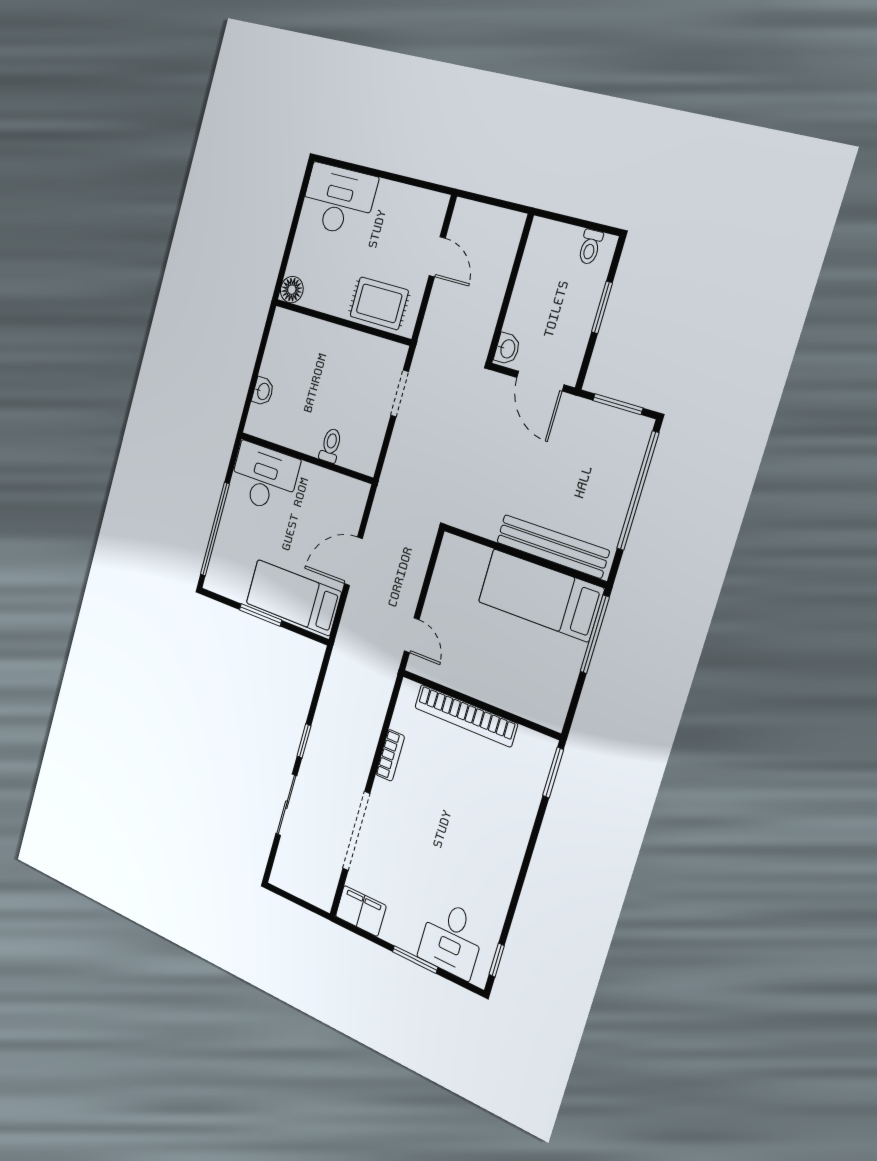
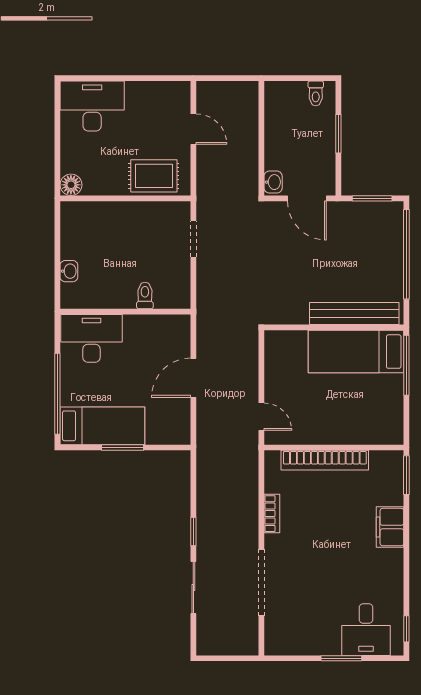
bed: (293, 597) -> (102, 426), moved, turned 180
filing cabinet: (361, 911) -> (390, 527), moved, turned -90

